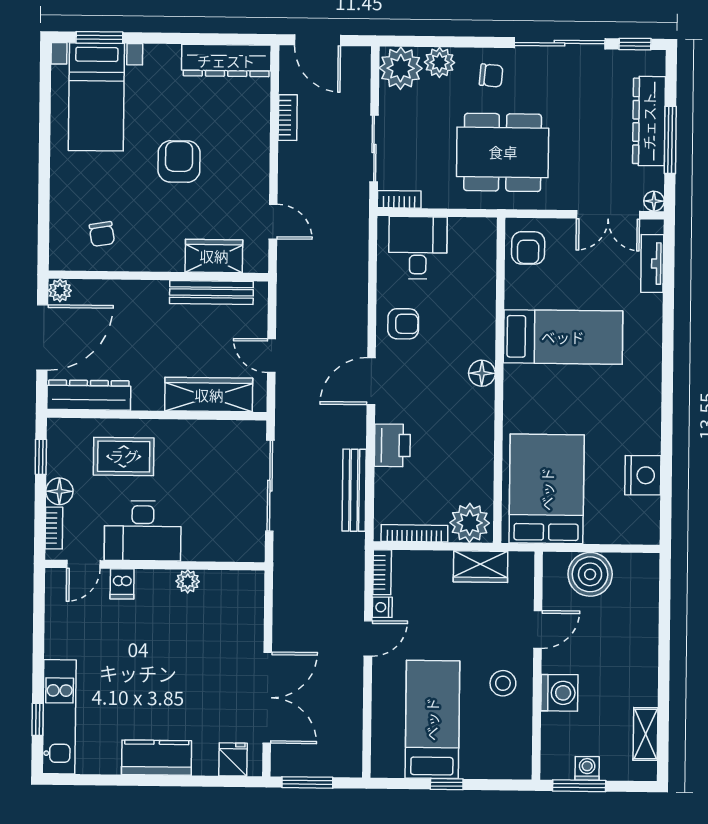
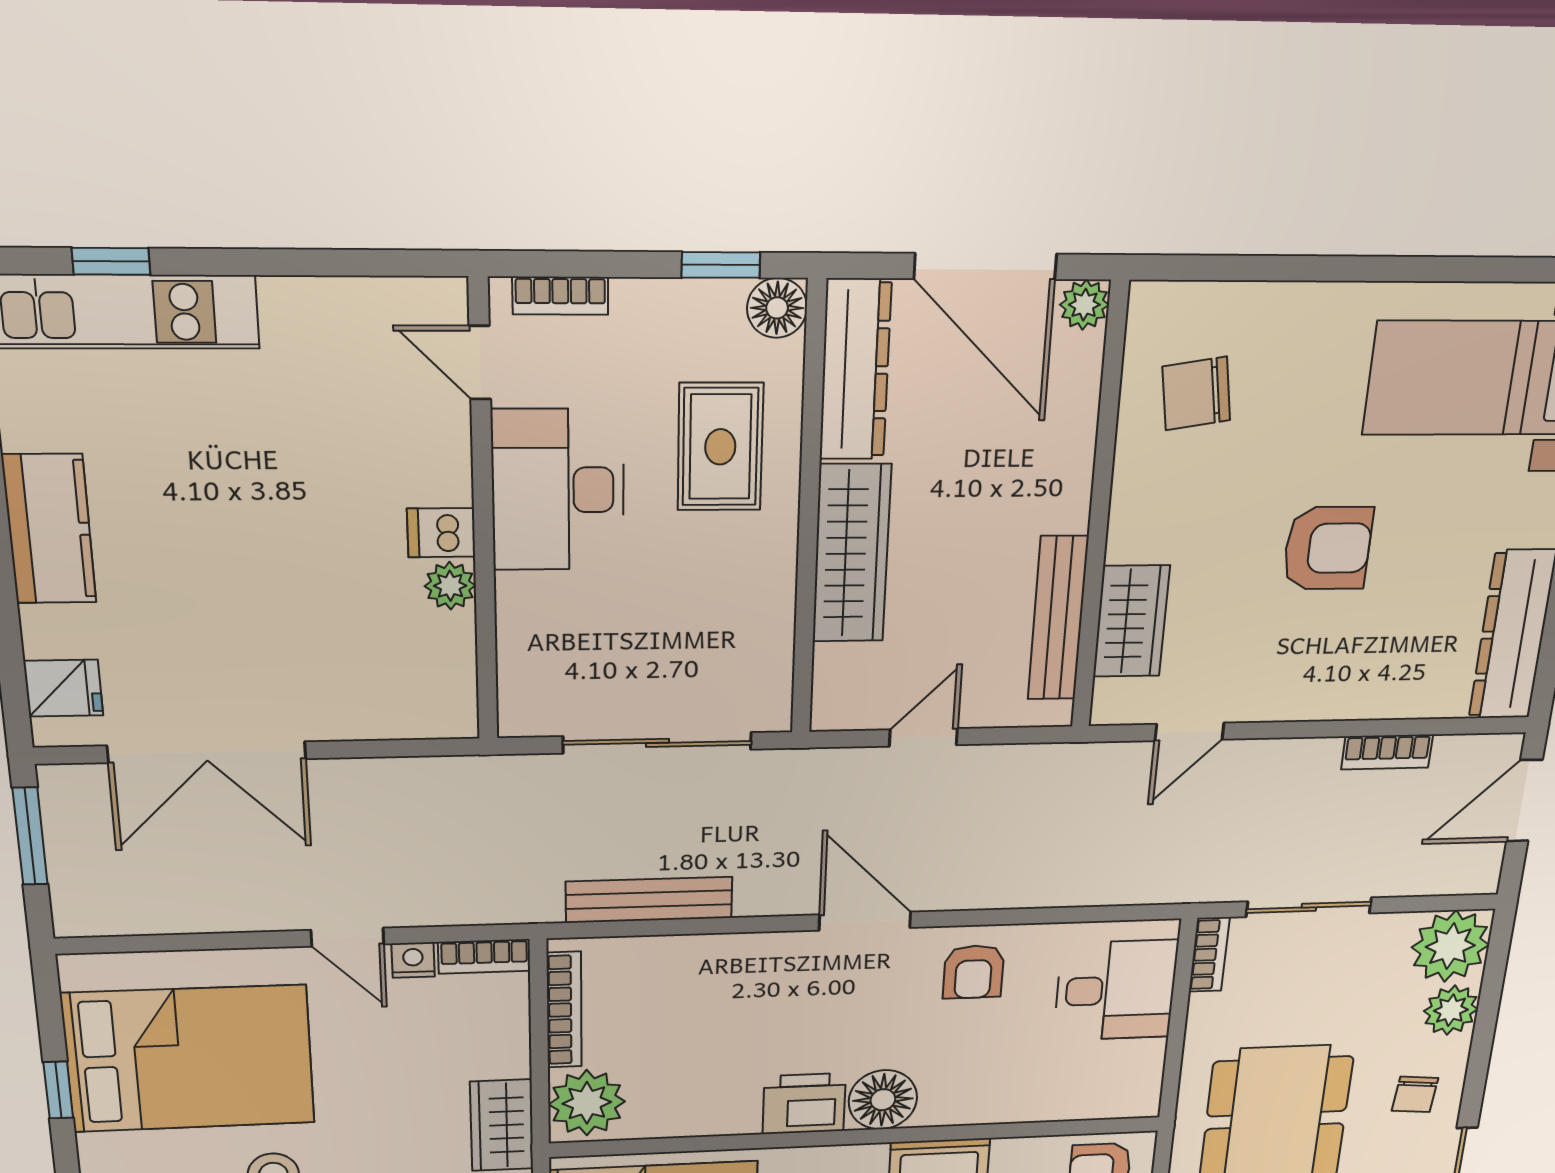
chair: (102, 234) -> (1196, 393), width x1.37, depth x1.37
floor lamp: (482, 373) -> (883, 1100), width x1.38, depth x1.38
wardrobe: (209, 395) -> (851, 554), moved
printer: (392, 445) -> (804, 1104), moved, turned 180
floor lamp: (59, 491) -> (777, 308), moved
dishwasher: (122, 584) -> (441, 533), moved
bed: (432, 719) -> (189, 1059), width x1.50

